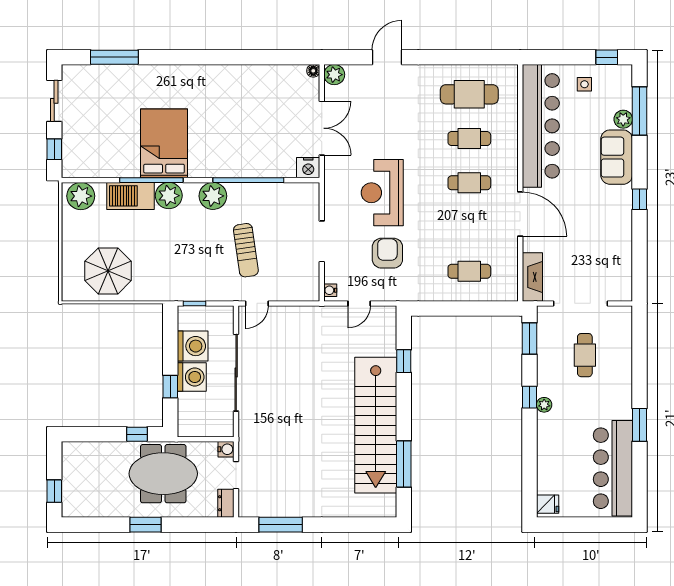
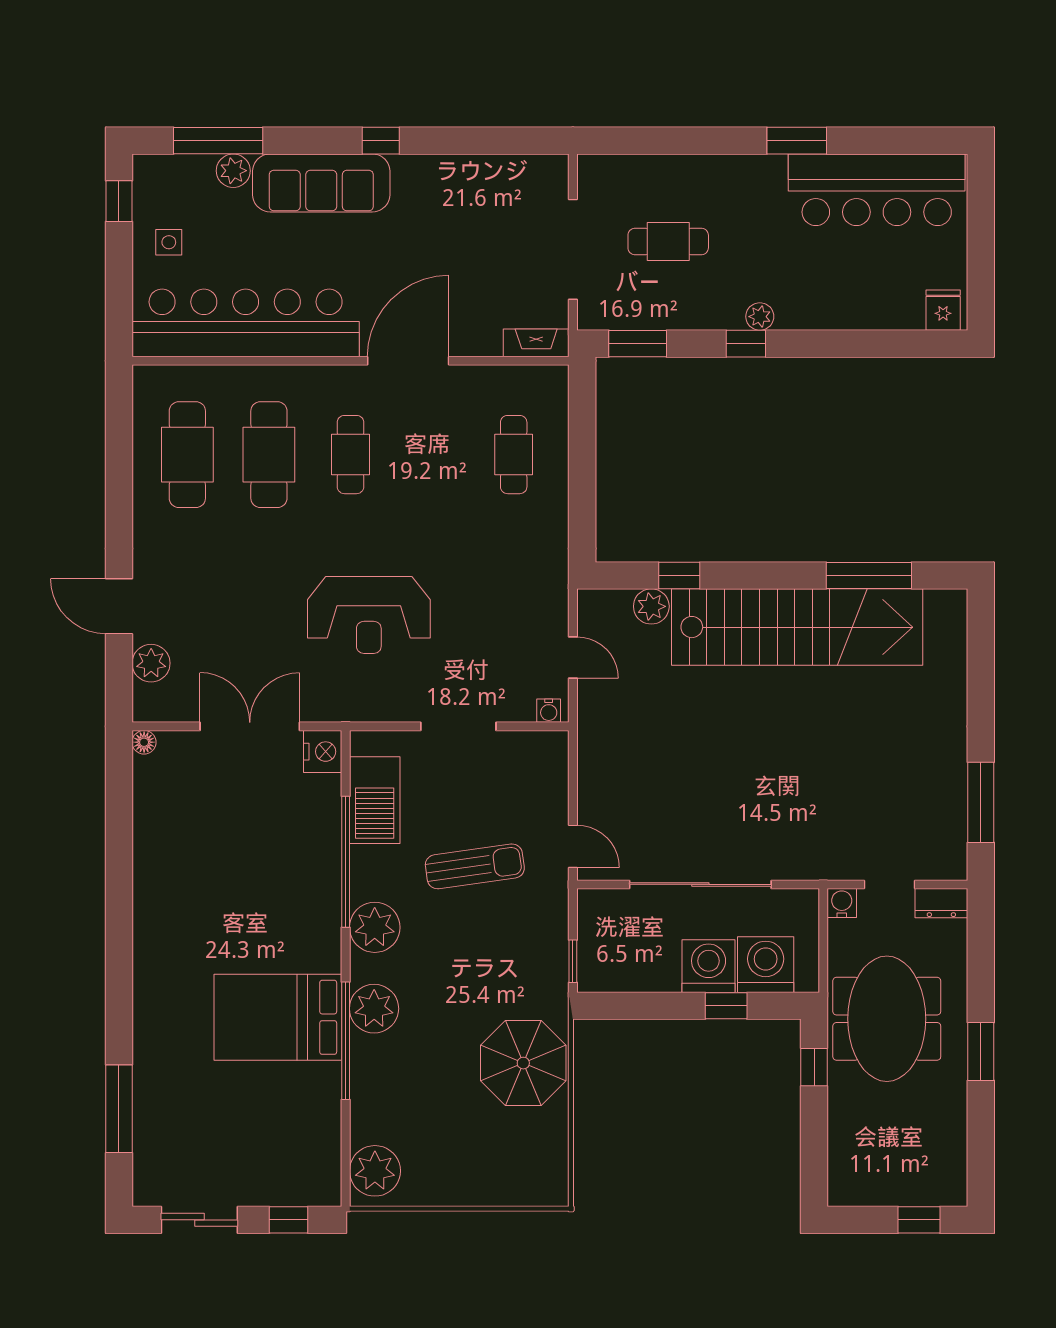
plant: (334, 75) -> (151, 663), moved
cafe table: (469, 139) -> (269, 455), width x1.37, depth x1.35
sofa: (617, 157) -> (321, 183), width x1.36
barbecue: (130, 196) -> (375, 800), moved
armchair: (387, 253) -> (480, 605), removed
parasol: (108, 271) -> (523, 1063), moved
fireplace: (532, 277) -> (536, 343), width x0.73, depth x0.76
washing machine: (193, 346) -> (766, 965), moved
plant: (387, 346) -> (651, 606), added

